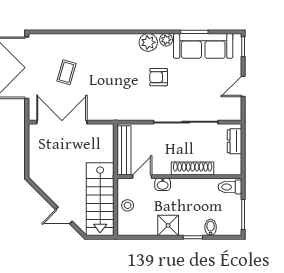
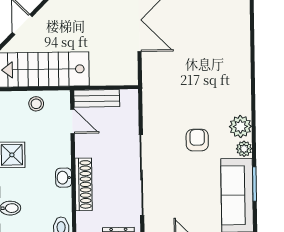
coffee table: (66, 72) -> (201, 25), removed
bench: (124, 150) -> (97, 98), width x0.73
washbasin: (163, 184) -> (64, 178), moved

